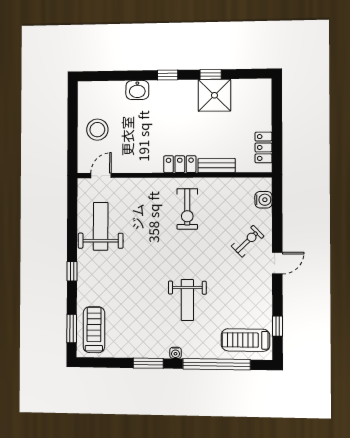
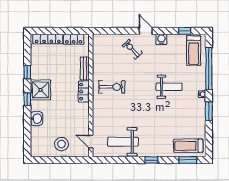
shower: (214, 95) -> (41, 90), moved
locker: (264, 106) -> (48, 39), added
water cooler: (264, 200) -> (161, 39), moved

